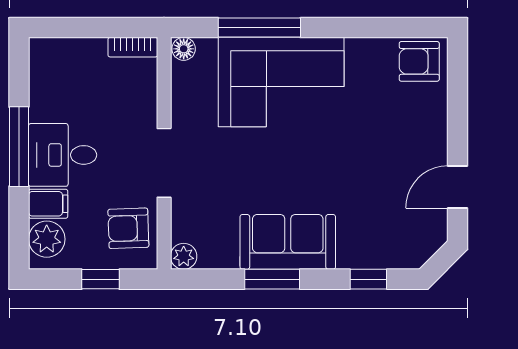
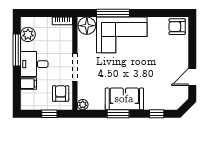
floor lamp: (184, 49) -> (87, 26), width x1.89, depth x1.89
window: (19, 147) -> (17, 50), moved
armchair: (128, 228) -> (61, 93), turned 92
plant: (47, 239) -> (28, 34), moved

